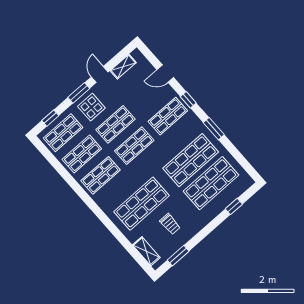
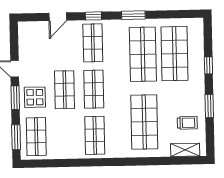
shelving: (123, 67) -> (24, 45), removed
window: (50, 118) -> (16, 137), width x1.50
shop shelf: (82, 154) -> (66, 136), removed
window: (234, 206) -> (208, 65), moved
trolley: (170, 224) -> (187, 123), moved
window: (178, 256) -> (209, 106), moved

